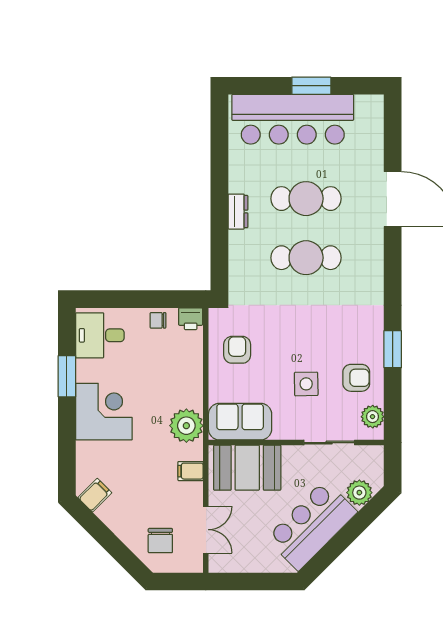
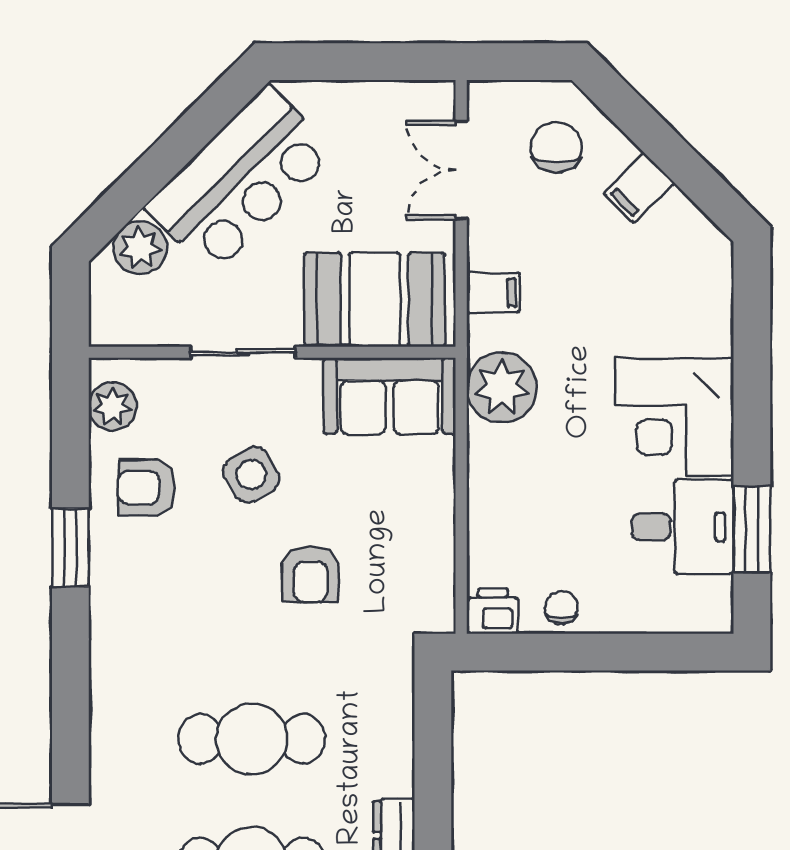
chair: (158, 320) -> (561, 608), turned -90
desk: (100, 335) -> (683, 527), moved
armchair: (237, 350) -> (310, 574), moved
window: (67, 376) -> (752, 529), moved
side table: (306, 384) -> (251, 475), turned -30
sliding door: (329, 443) -> (243, 352), moved
filing cabinet: (95, 495) -> (639, 188), moved

